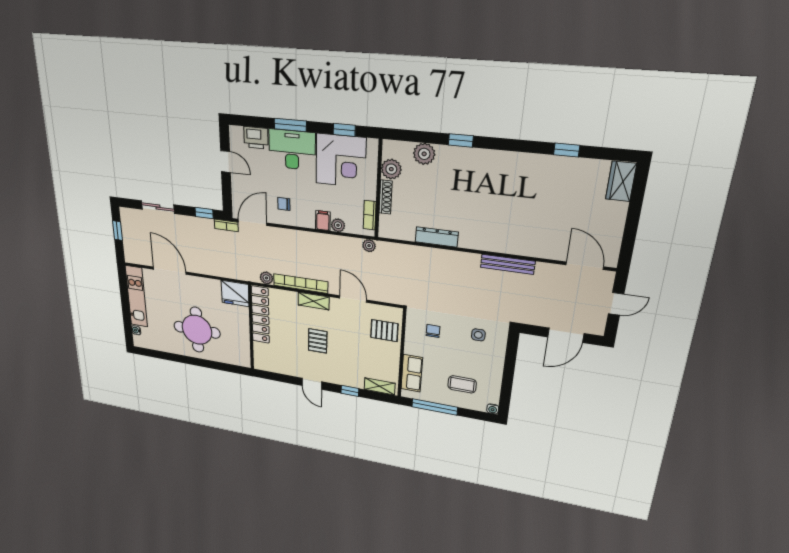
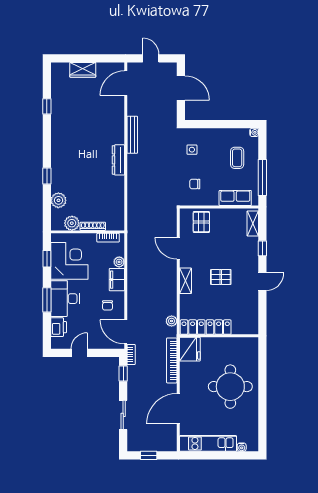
wardrobe: (621, 181) -> (83, 70), moved
filing cabinet: (323, 221) -> (117, 280), width x2.00
dresser: (437, 237) -> (118, 160), moved
plant: (369, 246) -> (132, 237), removed
bookcase: (301, 284) -> (172, 360), moved
door: (353, 299) -> (178, 248), hinge flipped

